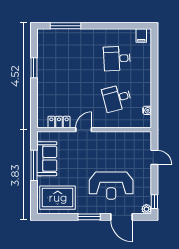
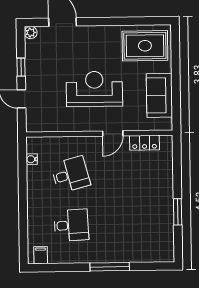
window: (66, 26) -> (110, 267), moved
window: (34, 165) -> (176, 87), removed
reception desk: (111, 186) -> (94, 89), moved
window: (154, 202) -> (21, 67), moved
window: (89, 217) -> (104, 21), removed

